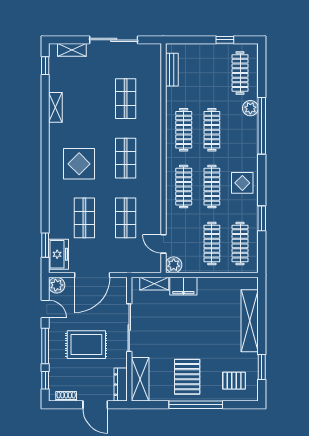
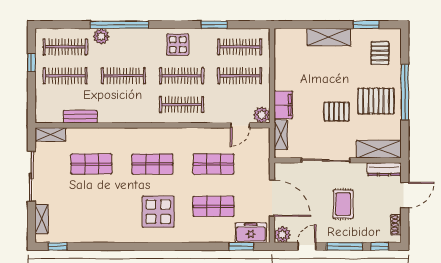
bench: (172, 70) -> (80, 117), moved
shelving: (55, 107) -> (50, 134), moved
clothes rail: (184, 130) -> (65, 76), moved
shelving: (250, 321) -> (329, 37), width x0.68
pallet: (177, 338) -> (337, 112), added
rug: (86, 345) -> (343, 204), width x0.73, depth x0.70

